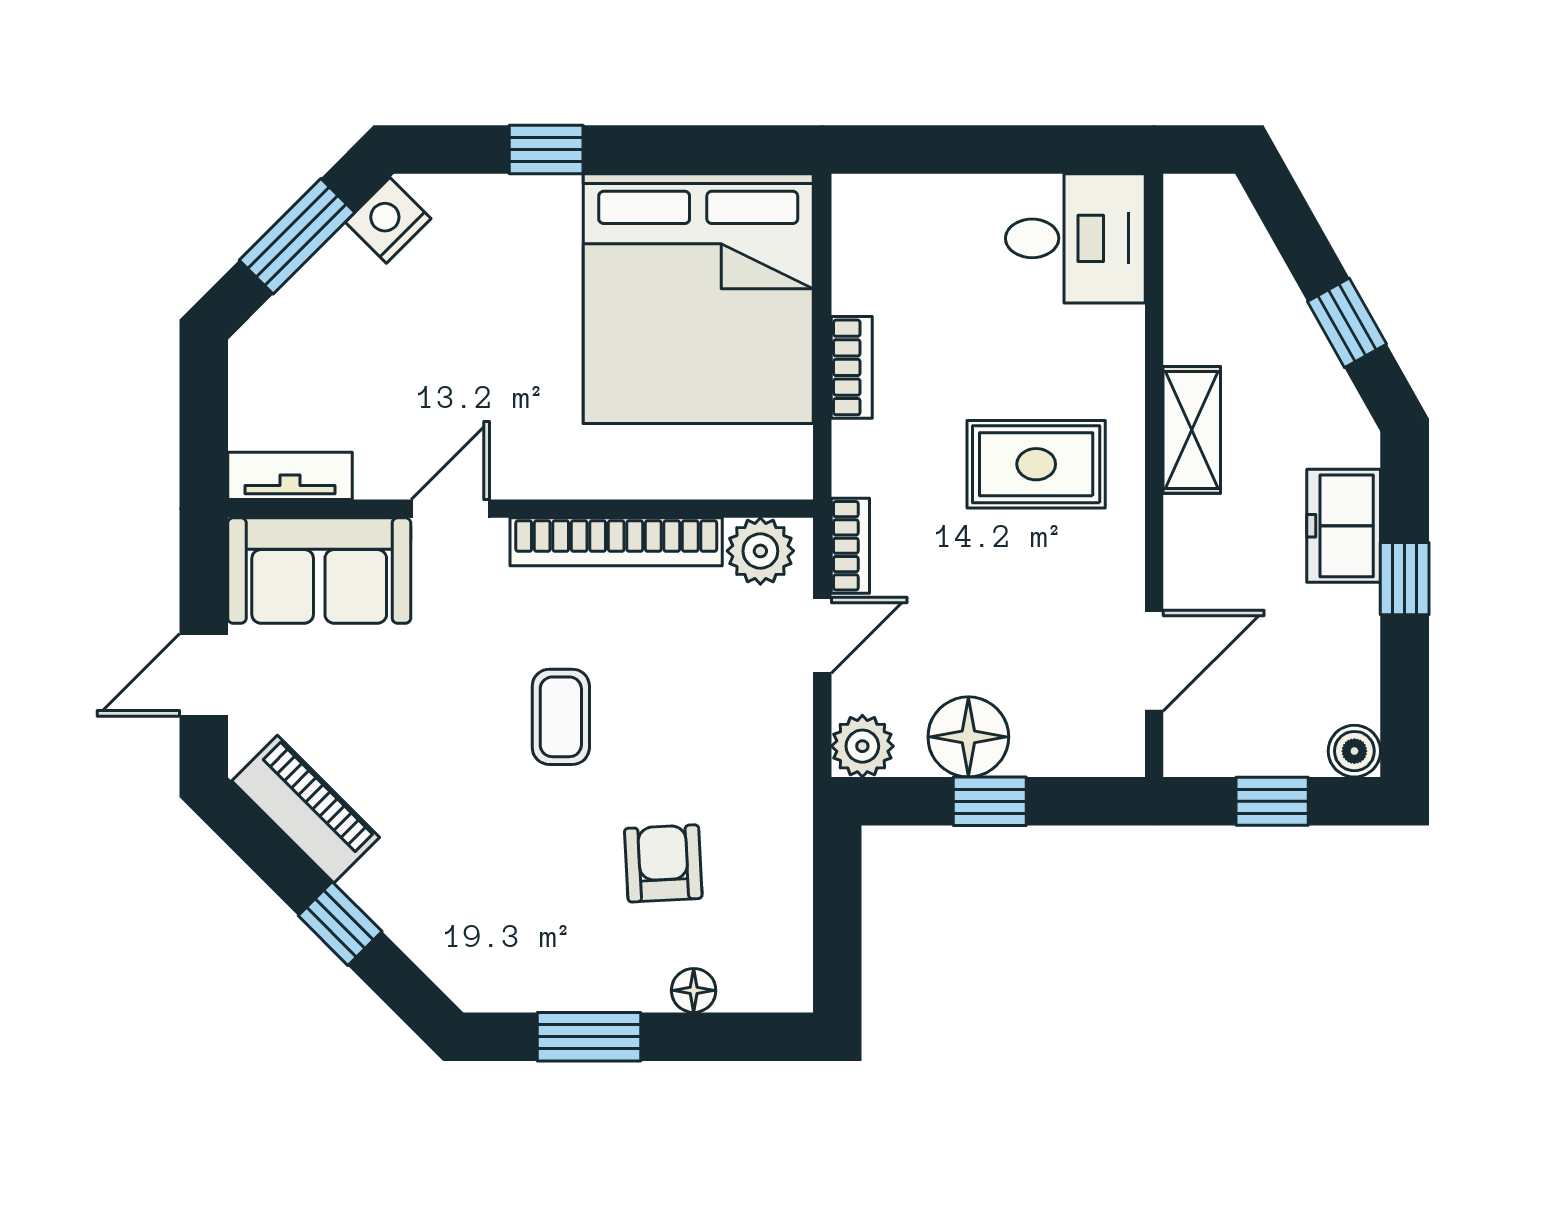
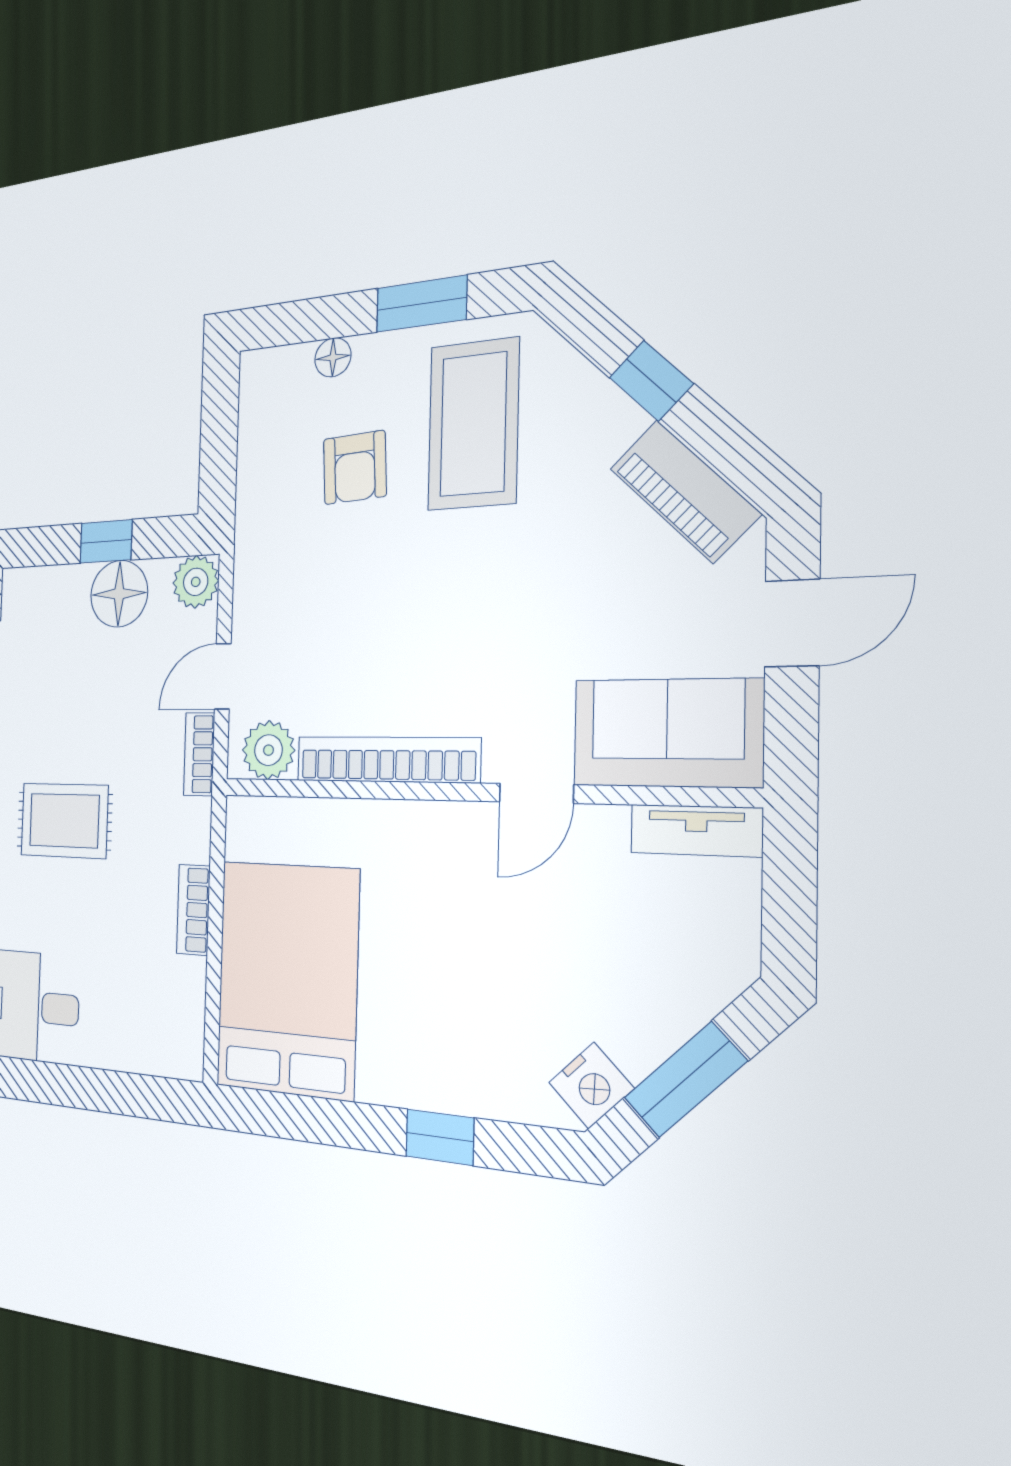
bed: (698, 299) -> (287, 979), width x0.73
coffee table: (561, 717) -> (473, 424), moved, width x1.86, depth x1.72

